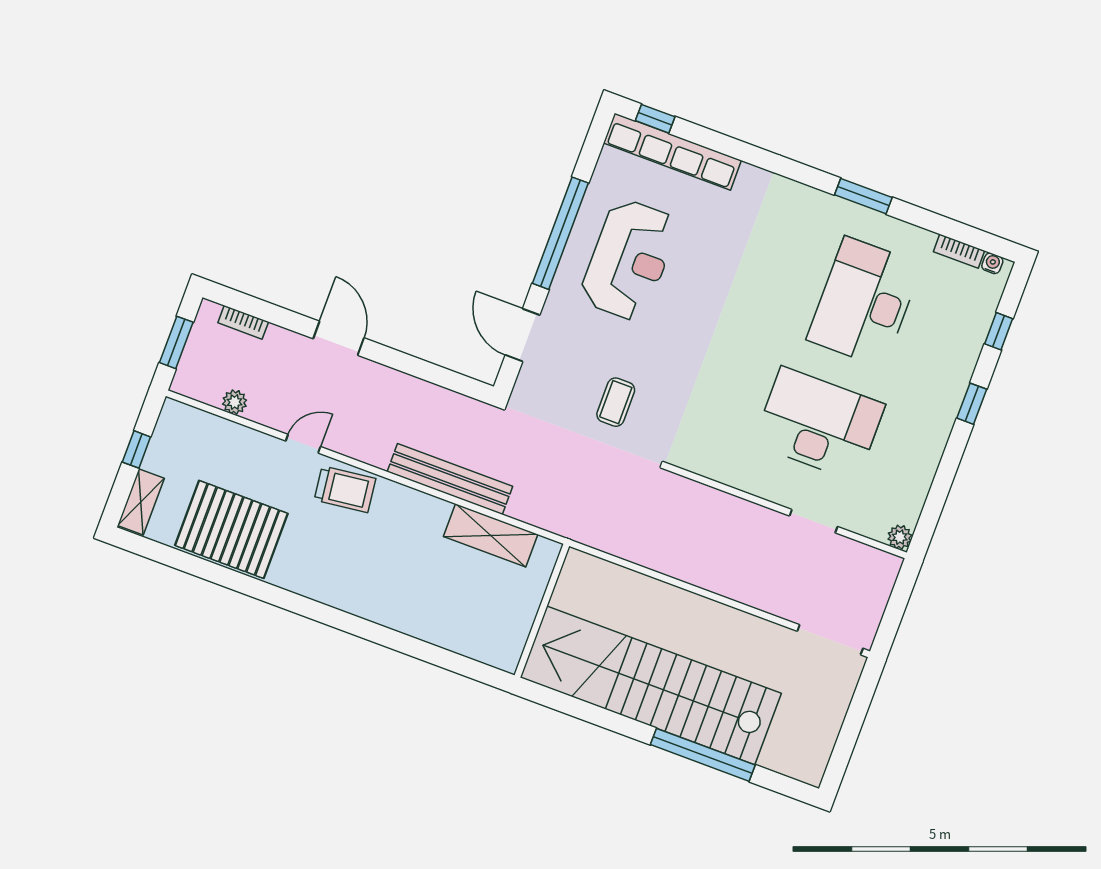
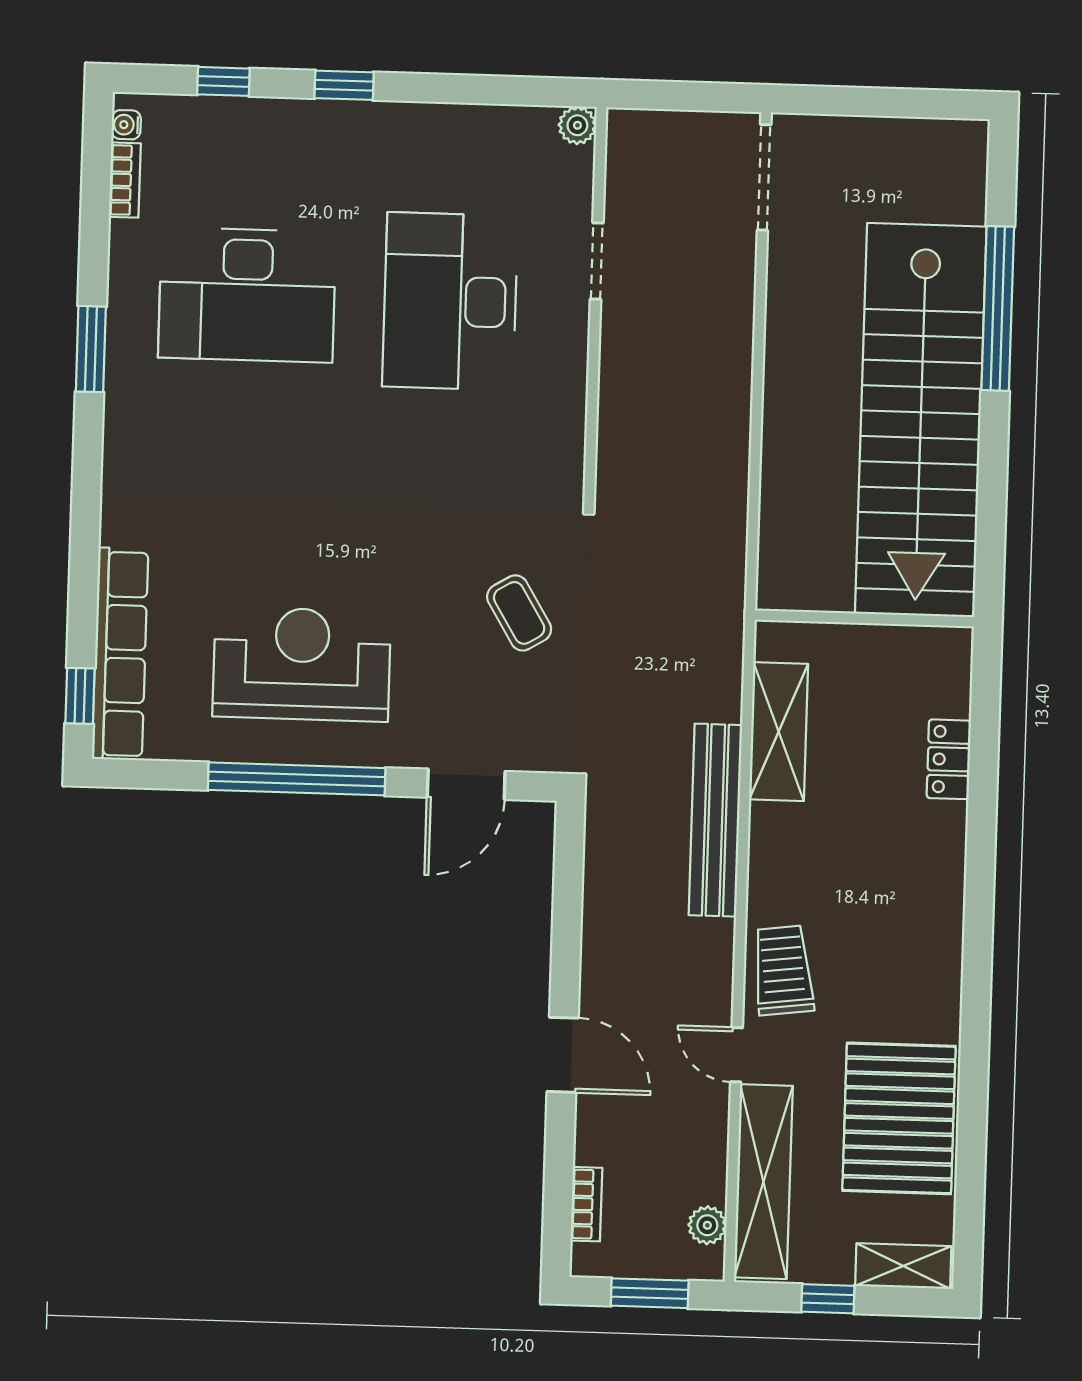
door: (339, 338) -> (563, 1055), swing flipped
plant: (235, 402) -> (707, 1225), moved
coffee table: (616, 402) -> (519, 613), turned 59
shelving: (221, 434) -> (763, 1182), added
locker: (439, 633) -> (949, 759), added

